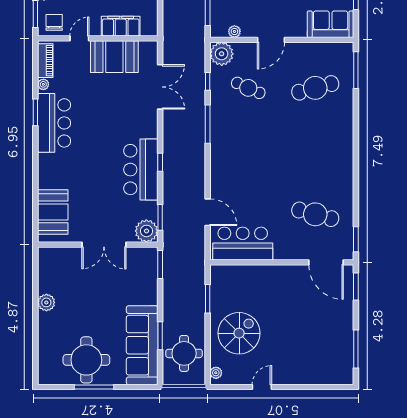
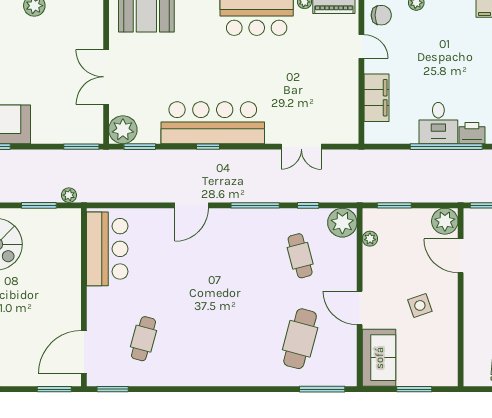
door: (271, 40) -> (360, 308), moved
booth: (114, 57) -> (339, 90), removed
double door: (160, 87) -> (301, 147), width x0.73
cafe table: (248, 88) -> (300, 256), turned -39
cafe table: (315, 88) -> (300, 339), turned 30
bar counter: (141, 170) -> (213, 123), width x1.36
door: (208, 212) -> (192, 205), moved
cafe table: (315, 214) -> (143, 339), width x0.73, depth x0.74
plant: (199, 275) -> (69, 195), added

